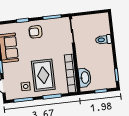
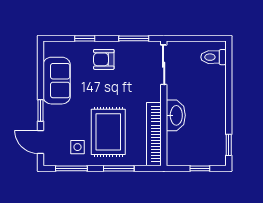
toilet: (103, 40) -> (213, 57), moved
washbasin: (85, 78) -> (176, 115), moved

